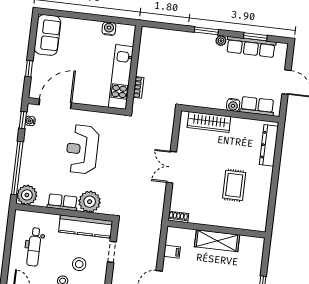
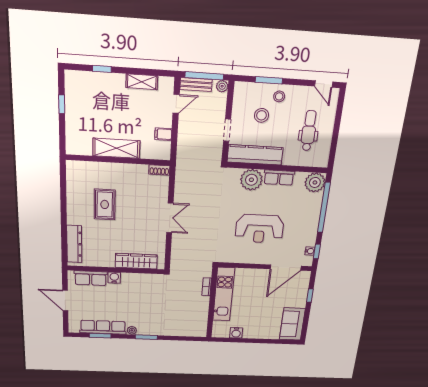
reception desk: (82, 149) -> (260, 229), turned 90

